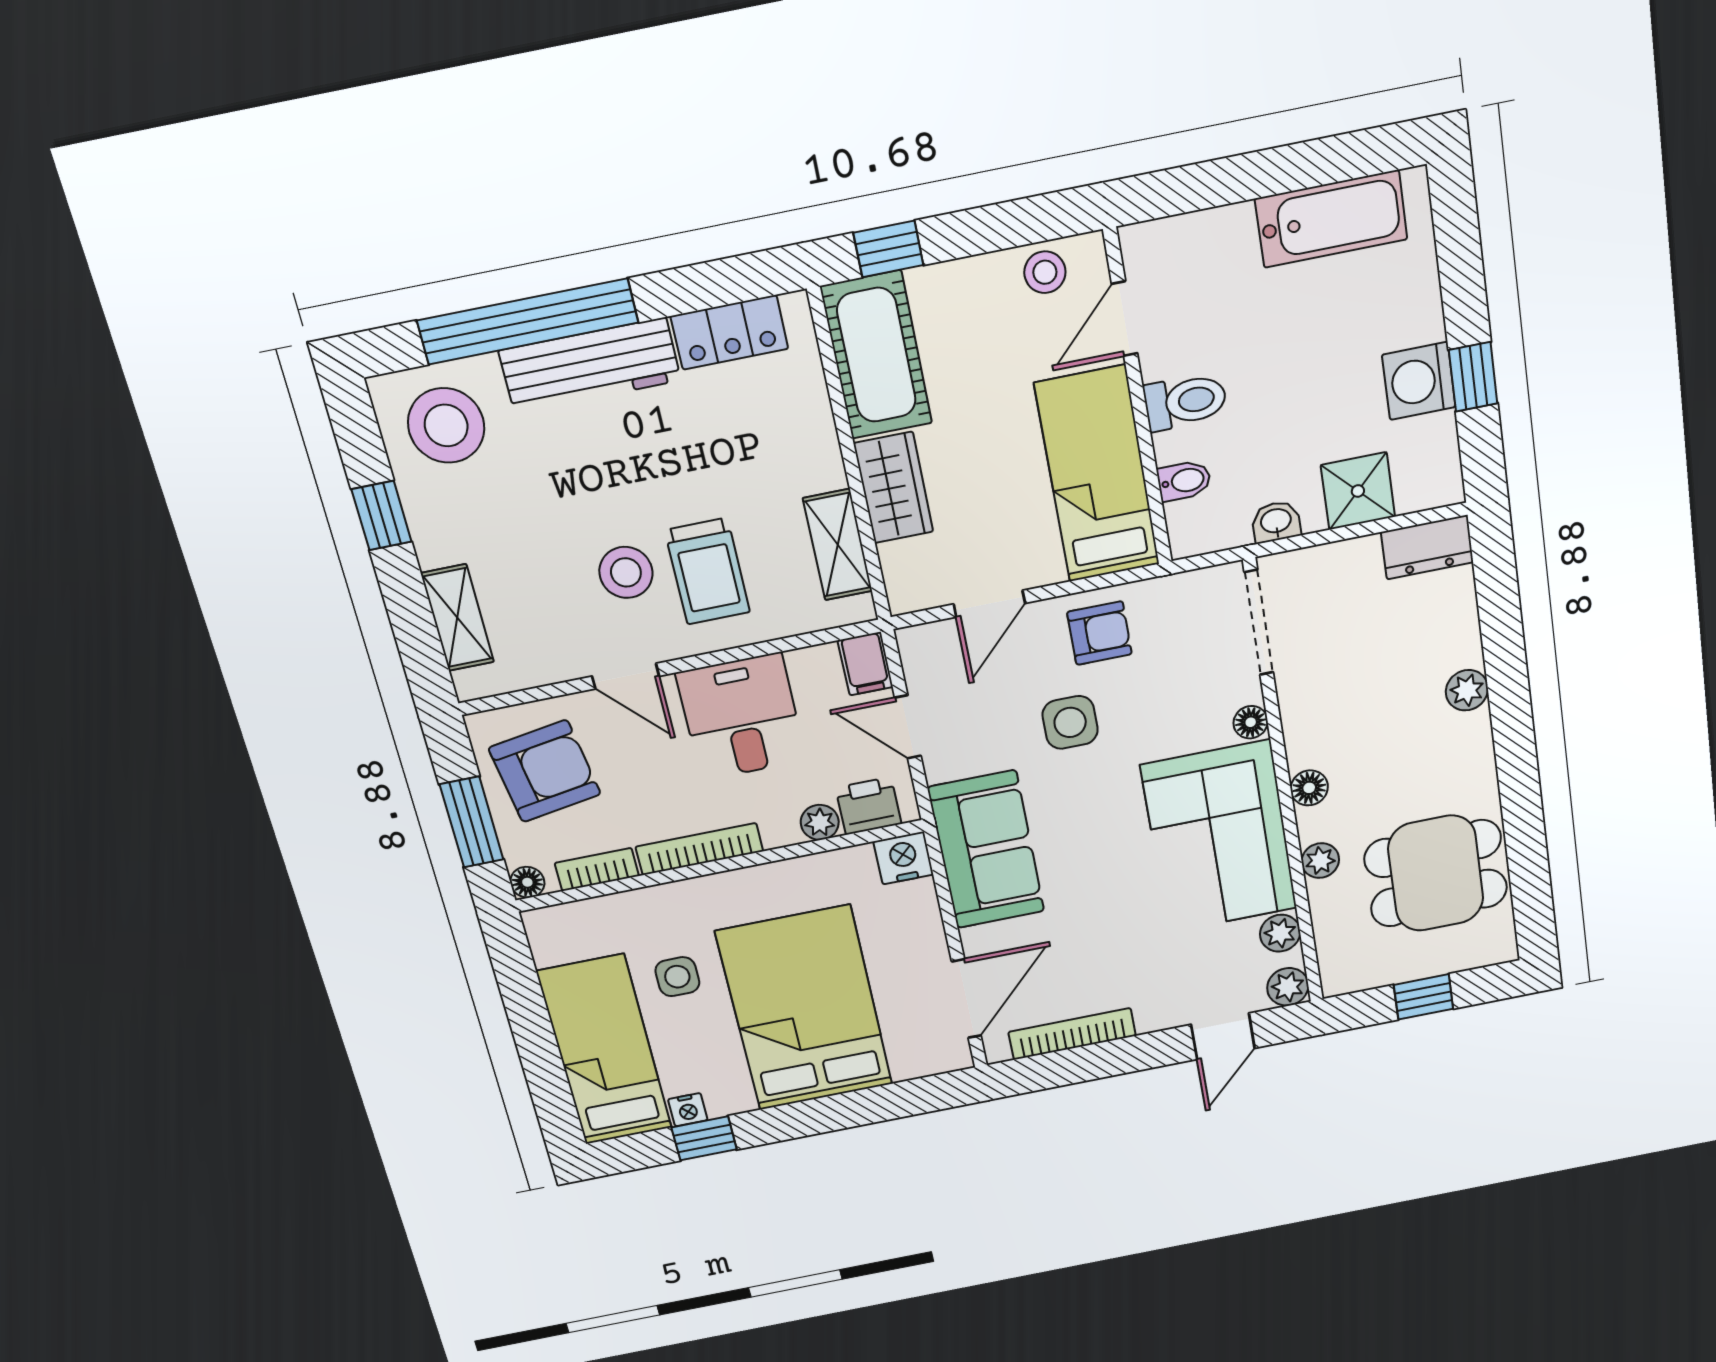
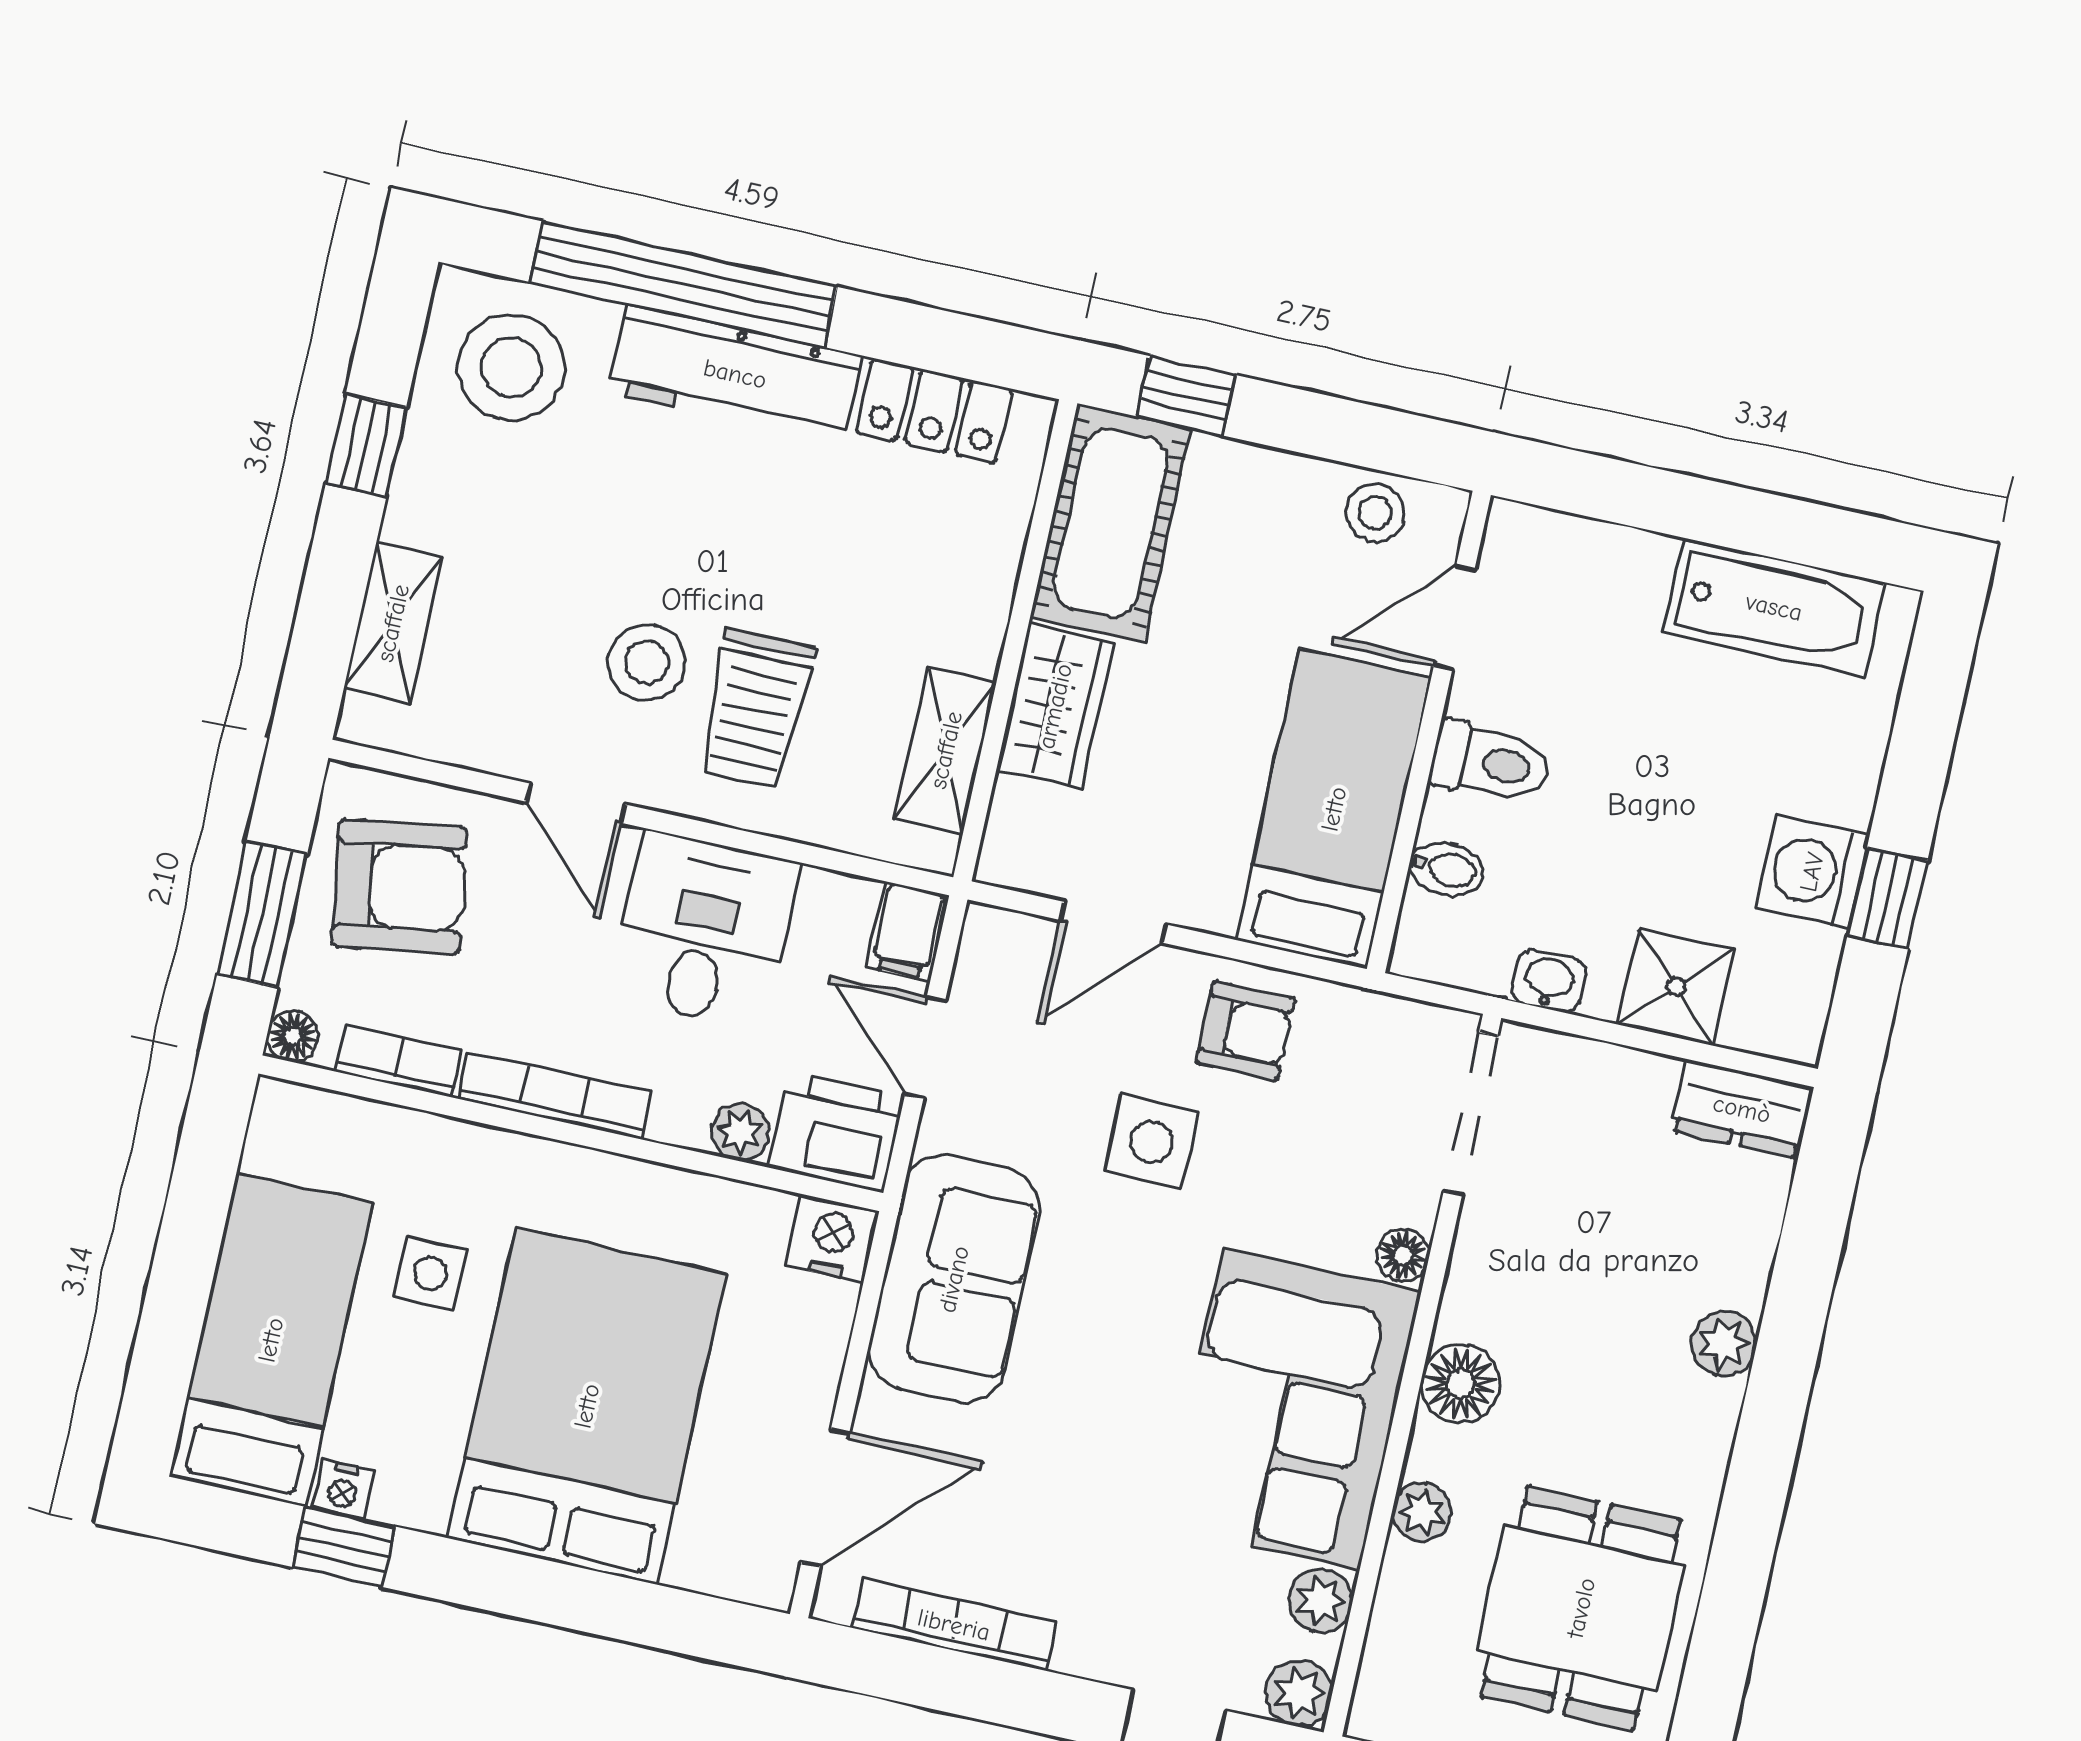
floor lamp: (1309, 788) -> (1461, 1384), width x1.37, depth x1.37
printer: (868, 806) -> (836, 1133), width x1.36, depth x1.24
dining table: (1436, 873) -> (1581, 1608), turned 90

